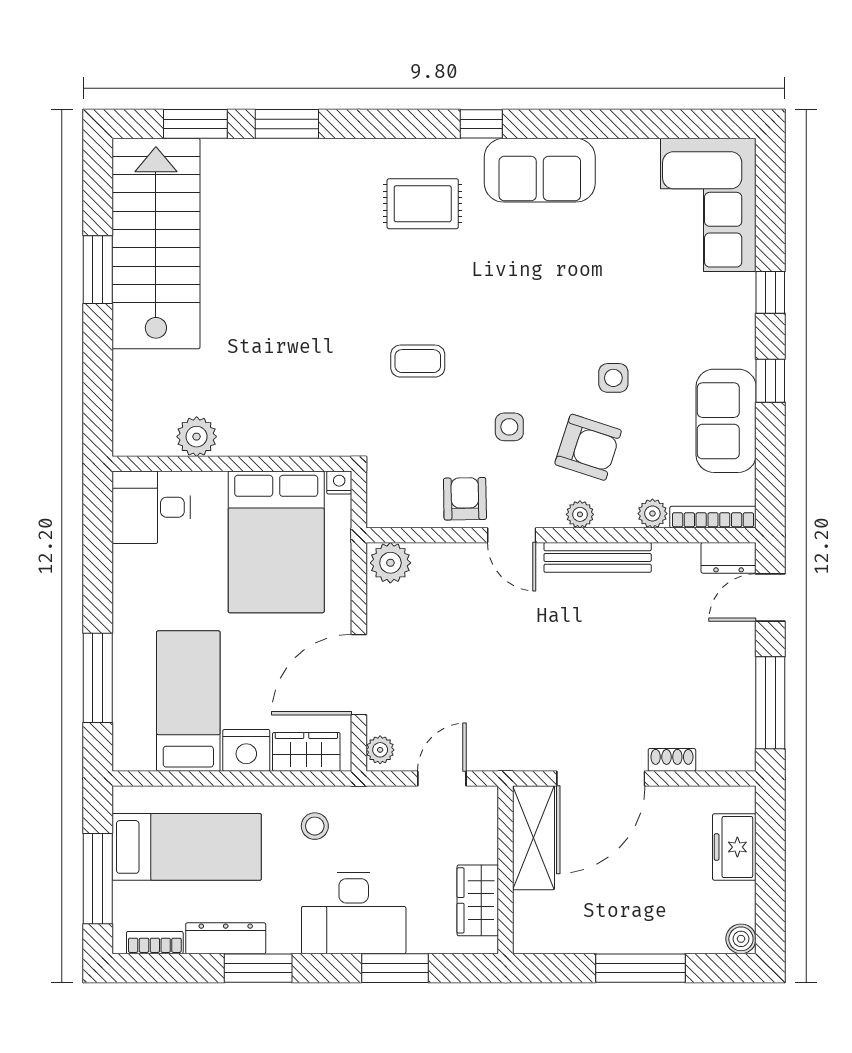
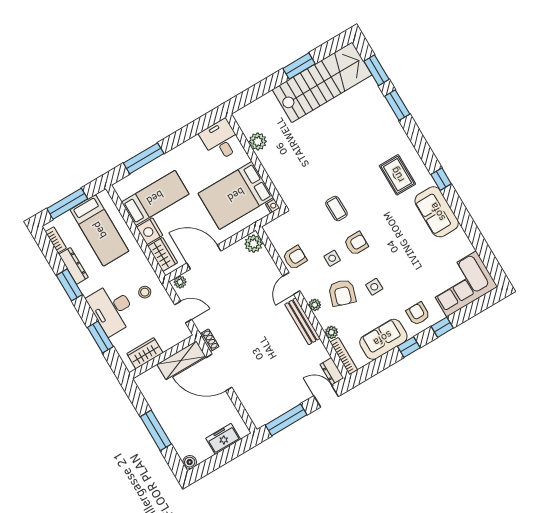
armchair: (716, 324) -> (418, 314), added
armchair: (508, 363) -> (356, 243), added
shoe rack: (672, 760) -> (209, 340), moved
stool: (315, 826) -> (145, 292), moved

